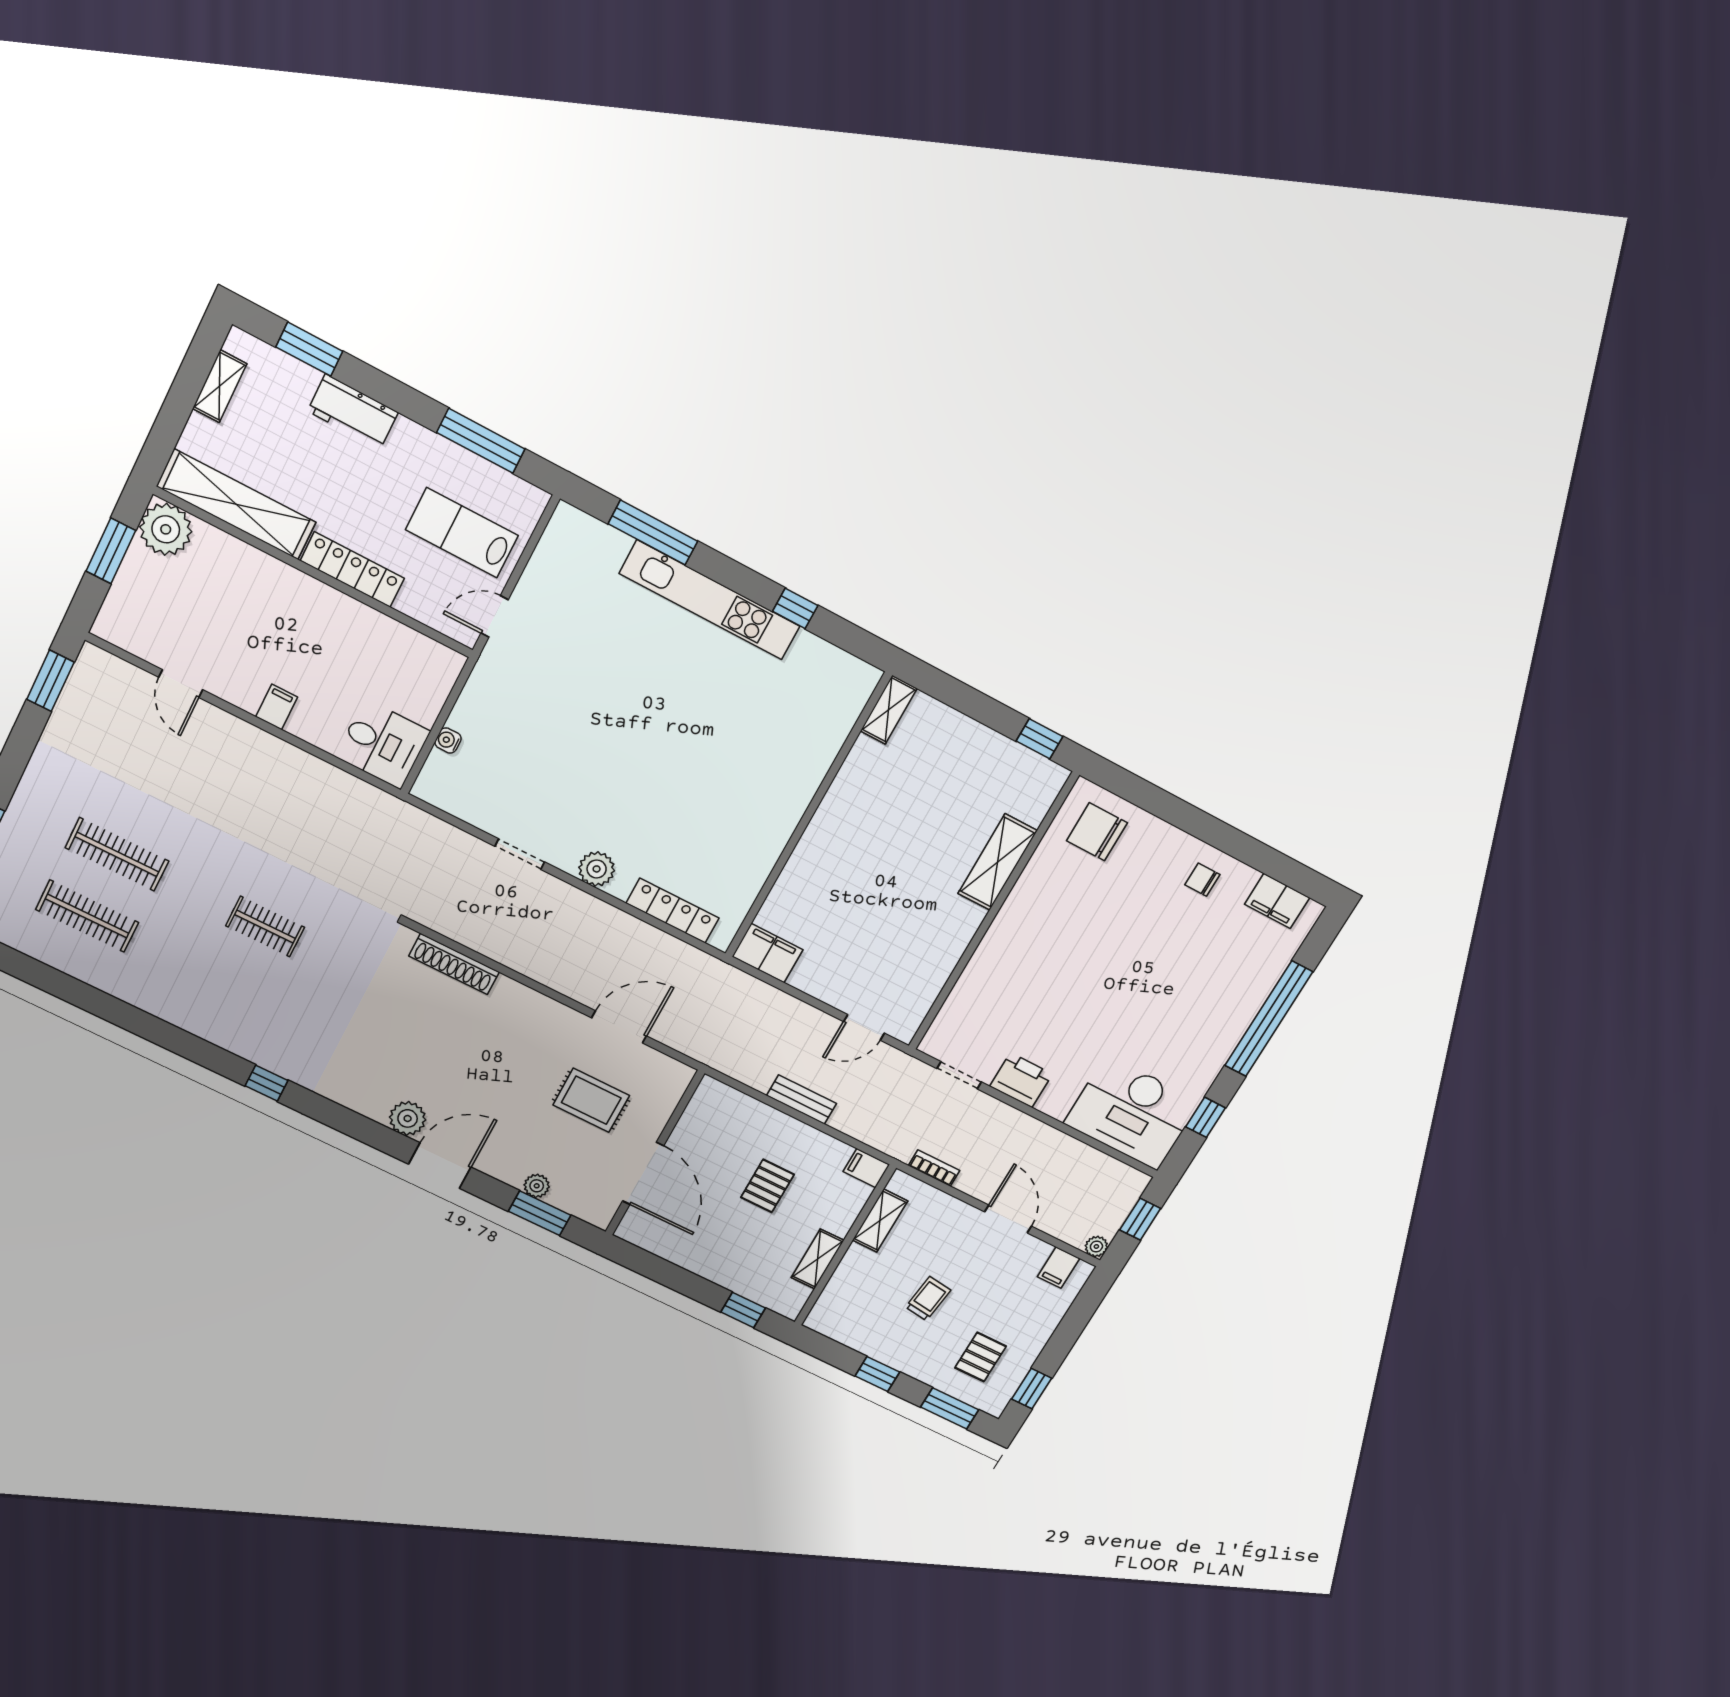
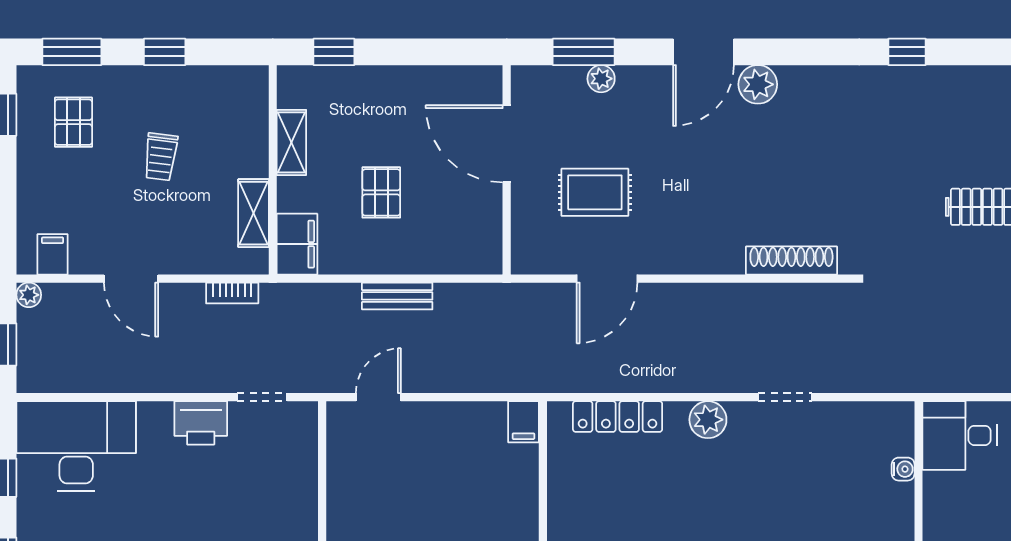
filing cabinet: (768, 953) -> (523, 422), width x0.50
filing cabinet: (866, 1168) -> (297, 244), width x2.00

